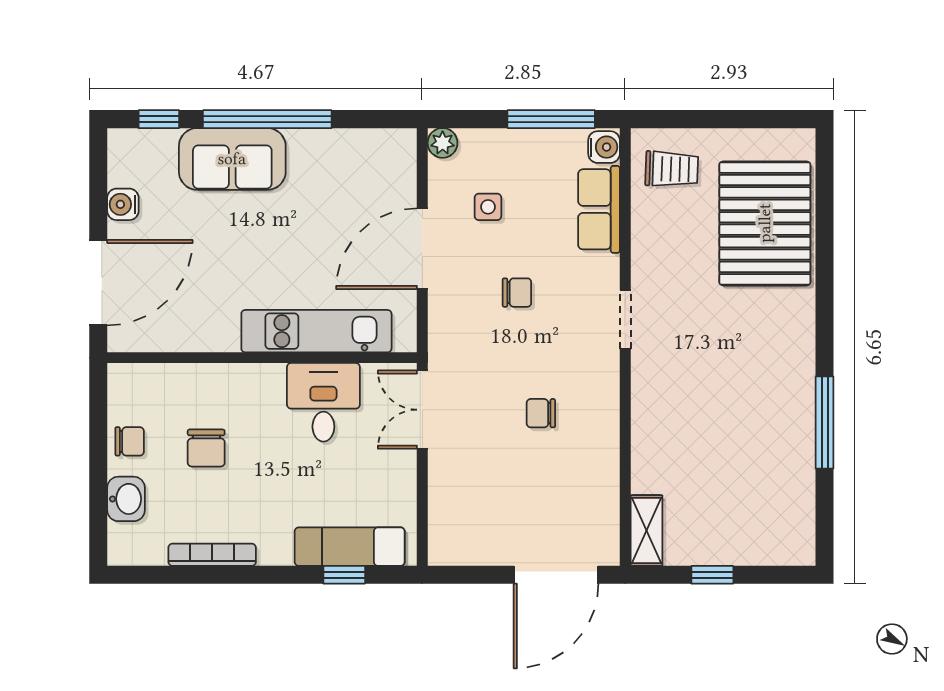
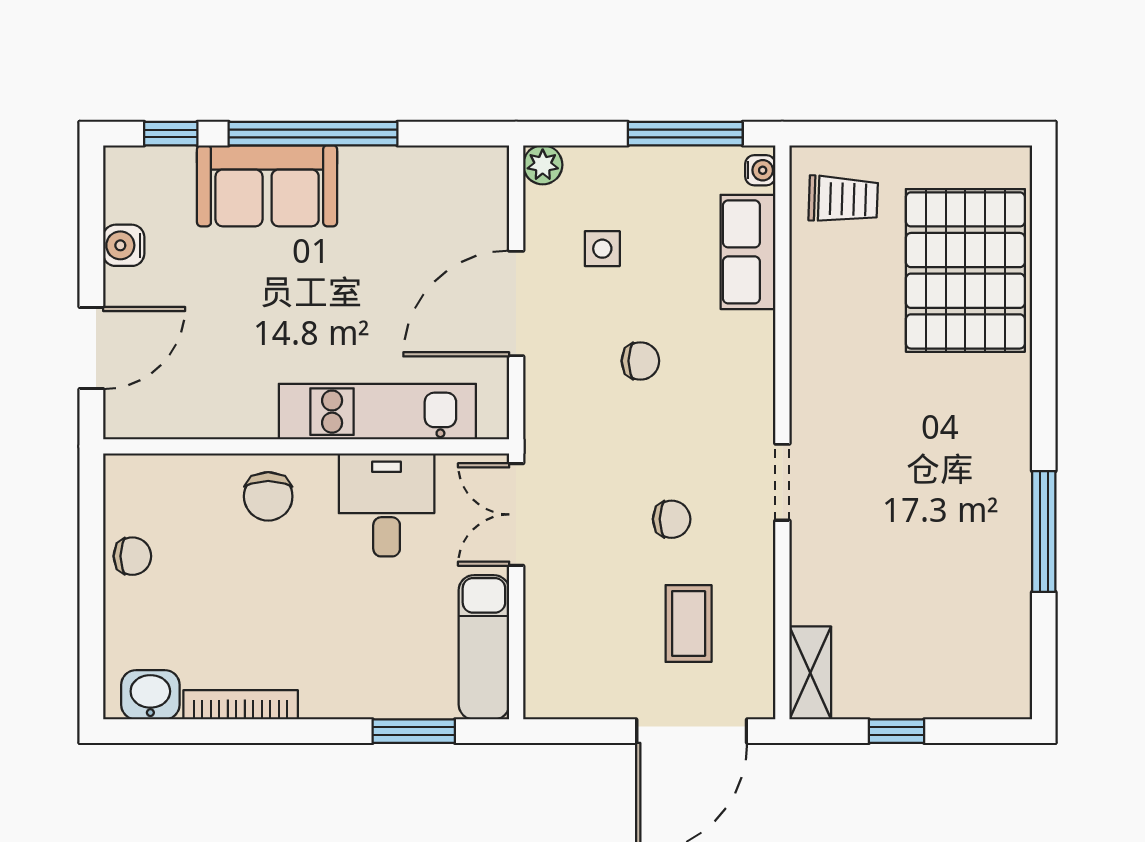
water cooler: (604, 147) -> (760, 170), width x0.72, depth x0.72
door: (98, 283) -> (91, 348), width x0.73
doorway: (625, 320) -> (782, 482), moved
chair: (541, 413) -> (672, 519), turned 180
chair: (206, 448) -> (268, 496), moved
coffee table: (554, 493) -> (689, 623), added
washbasin: (126, 499) -> (150, 695), moved, turned -90
exam couch: (350, 547) -> (484, 647), moved, turned -90
window: (344, 575) -> (414, 731), width x1.50

